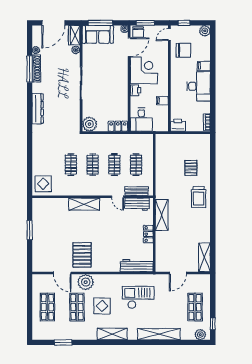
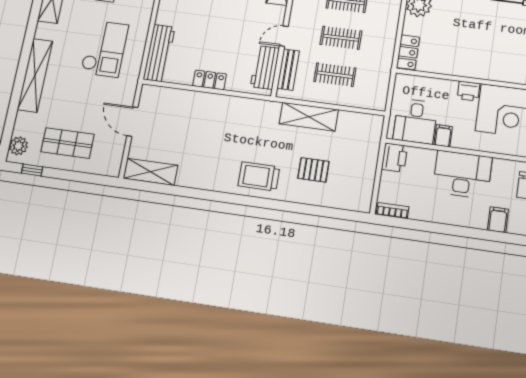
desk: (199, 86) -> (462, 174), moved, turned 180
desk: (141, 120) -> (415, 121), moved, turned -90
shelving: (162, 215) -> (309, 117), moved

